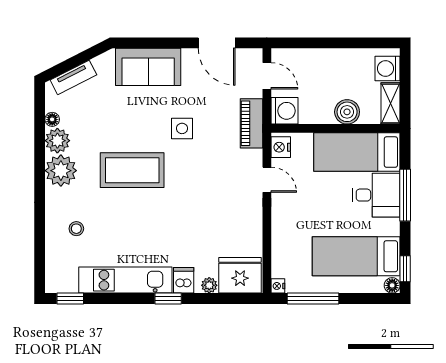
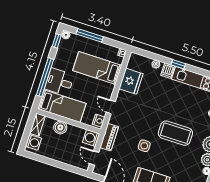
window: (405, 195) -> (45, 77), width x1.46
bed: (356, 256) -> (97, 68), moved, turned 180
fridge: (240, 275) -> (131, 81), moved, turned -90
window: (313, 298) -> (90, 35), moved

